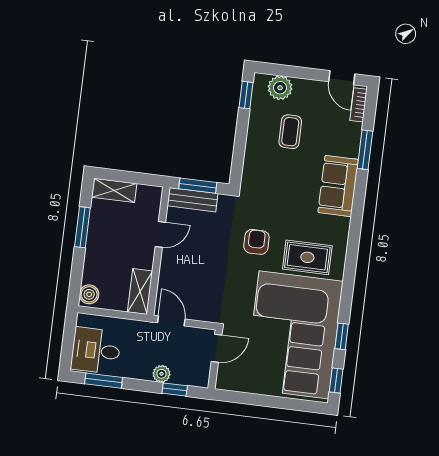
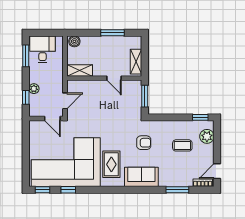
sofa: (338, 186) -> (141, 177), moved
shelving: (114, 190) -> (136, 62), moved
bench: (193, 200) -> (136, 94), removed
armchair: (256, 242) -> (144, 143), moved
door: (171, 321) -> (65, 101), moved

